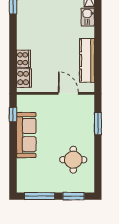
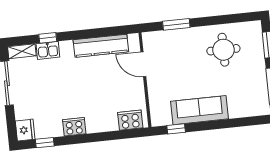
window: (98, 18) -> (48, 38), added
cooker: (23, 59) -> (74, 127), moved
door: (68, 93) -> (143, 64), hinge flipped

